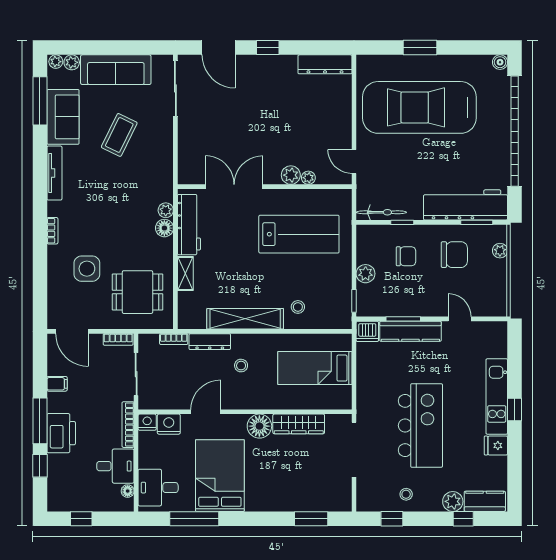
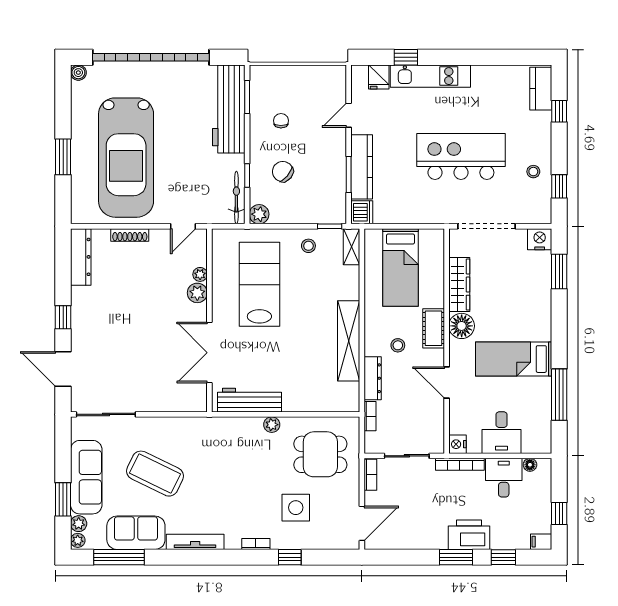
window: (95, 48) -> (63, 499), added
door: (219, 48) -> (63, 369), swing flipped
shoe rack: (346, 111) -> (130, 235), added
coffee table: (119, 135) -> (155, 474), width x1.36, depth x1.32
plant: (166, 210) -> (272, 425), moved
floor lamp: (164, 228) -> (253, 426), removed
plant: (500, 251) -> (277, 73), removed
chair: (454, 255) -> (281, 121), width x0.54, depth x0.54
chair: (406, 256) -> (283, 172), turned -50
window: (40, 263) -> (290, 557), added
shelving: (185, 274) -> (351, 247), moved, turned 90
plant: (366, 274) -> (259, 214), moved
dining table: (137, 292) -> (320, 454), turned 90
stool: (298, 307) -> (308, 246), moved
filing cabinet: (57, 384) -> (541, 542), moved, turned -90
cot: (257, 399) -> (434, 328), added
window: (515, 410) -> (406, 57), moved
window: (40, 421) -> (456, 557), width x0.69
nightstand: (169, 424) -> (540, 239), moved, turned 90
fridge: (496, 445) -> (379, 77), moved
bed: (220, 476) -> (514, 359), width x0.67
desk: (158, 488) -> (502, 433), moved
plant: (453, 501) -> (541, 122), removed

